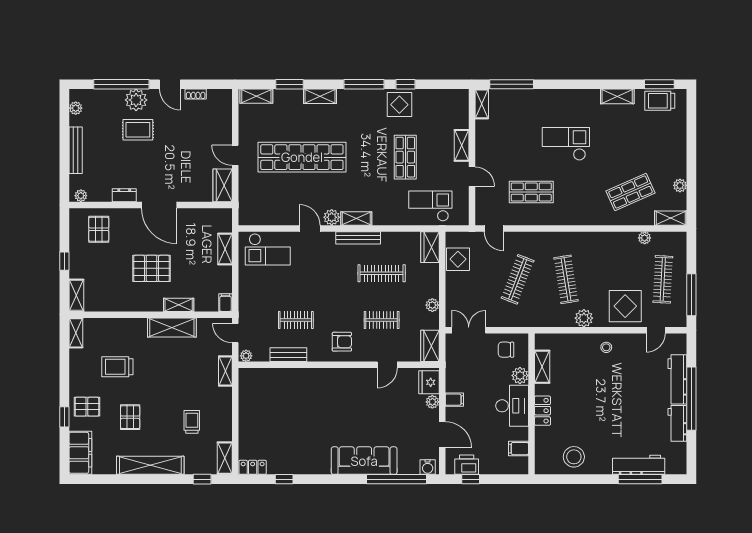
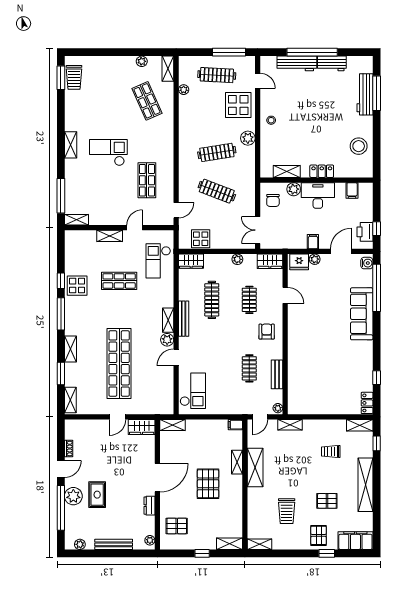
shelving: (617, 96) -> (71, 145), moved
checkout: (566, 144) -> (108, 153), turned 90
shelving: (225, 249) -> (172, 425), moved

